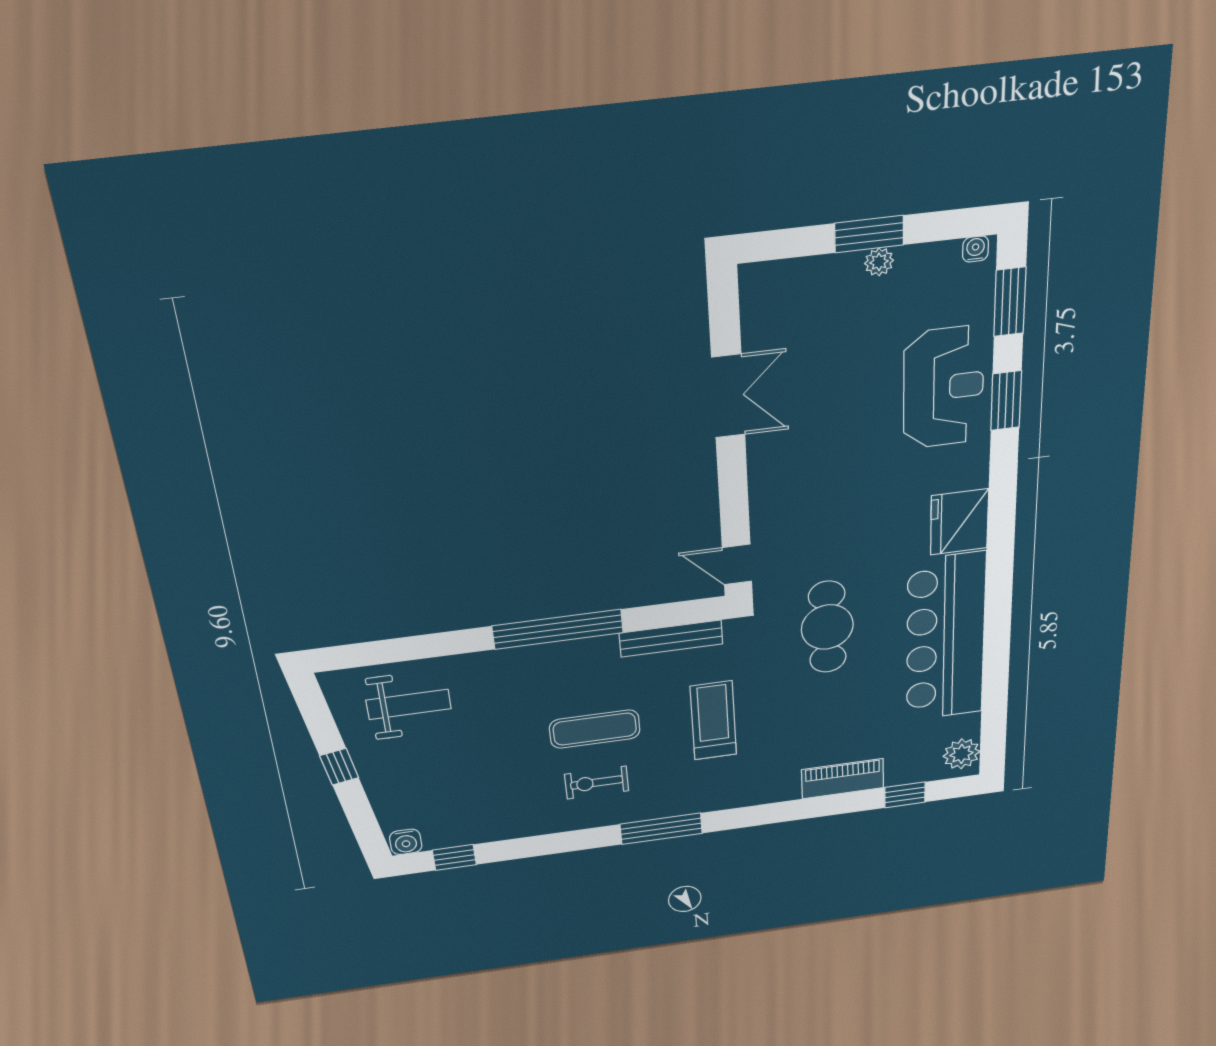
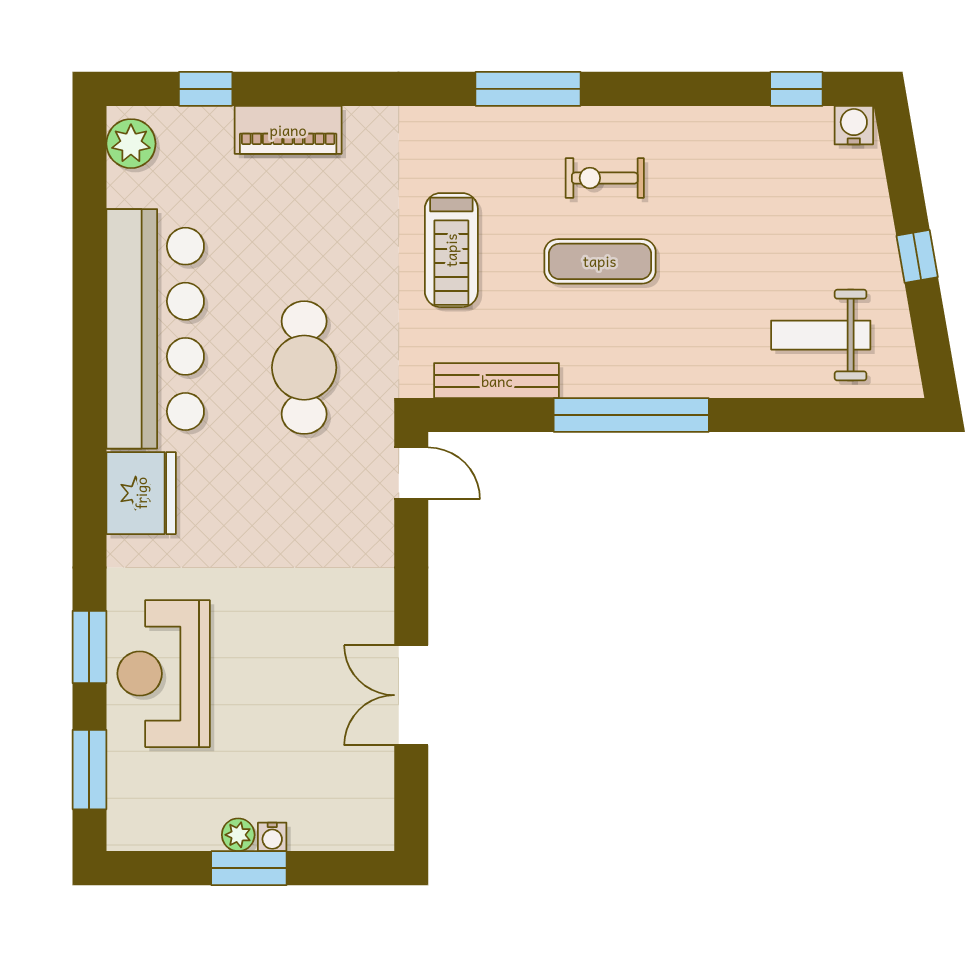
water cooler: (976, 249) -> (272, 837), moved
exercise bike: (597, 783) -> (605, 178), turned 180

